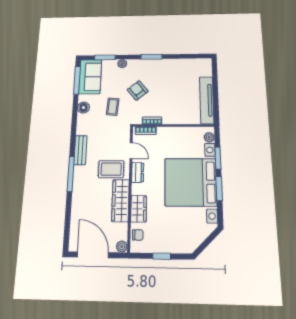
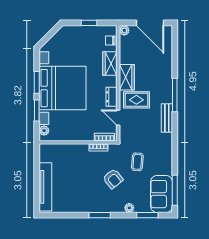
tv unit: (207, 100) -> (45, 187), moved
floor lamp: (83, 108) -> (166, 161), removed
wardrobe: (120, 200) -> (127, 77), width x0.67

